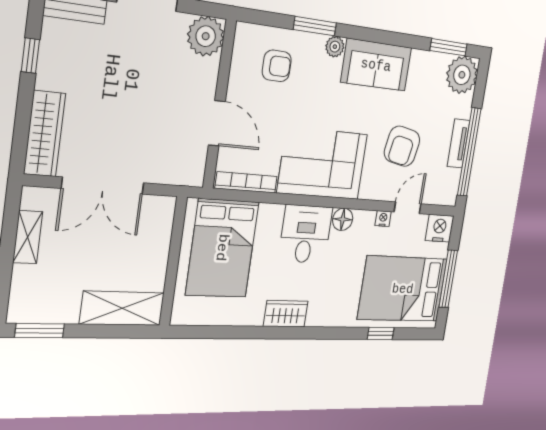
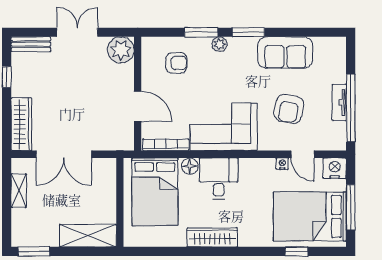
window: (448, 47) -> (248, 32), moved
sofa: (376, 65) -> (285, 53), moved
plant: (462, 75) -> (332, 51), removed
door: (408, 208) -> (302, 154), swing flipped
floor lamp: (343, 219) -> (190, 166), moved
wardrobe: (286, 314) -> (212, 237), width x1.50

